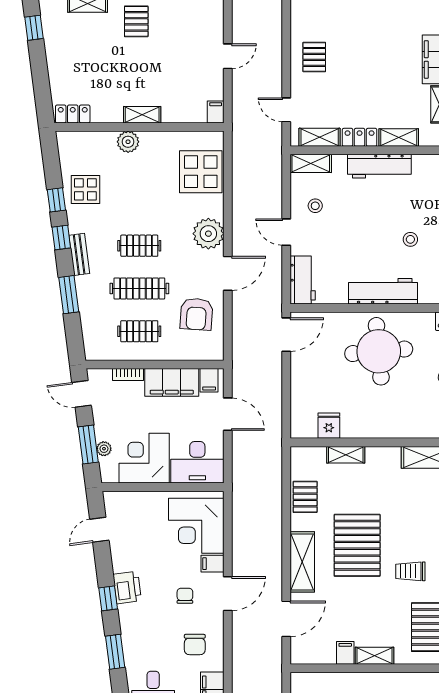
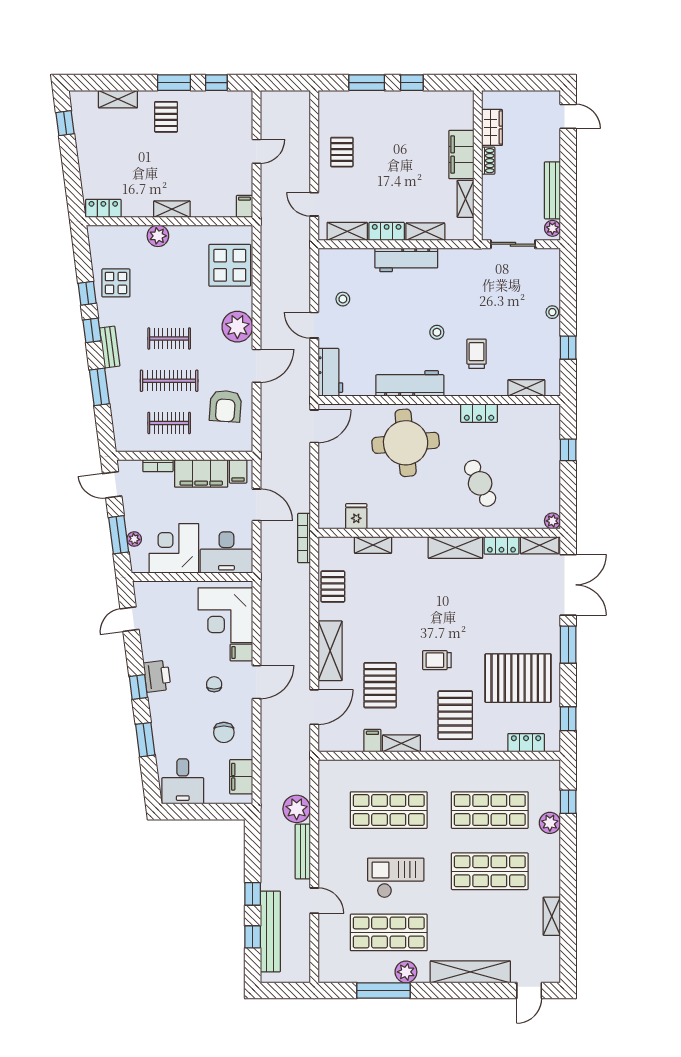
shelving: (311, 163) -> (338, 257), removed
bookcase: (276, 448) -> (304, 538), added
pallet: (357, 545) -> (380, 685), moved, width x0.73, depth x0.71

